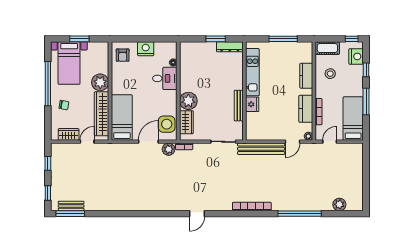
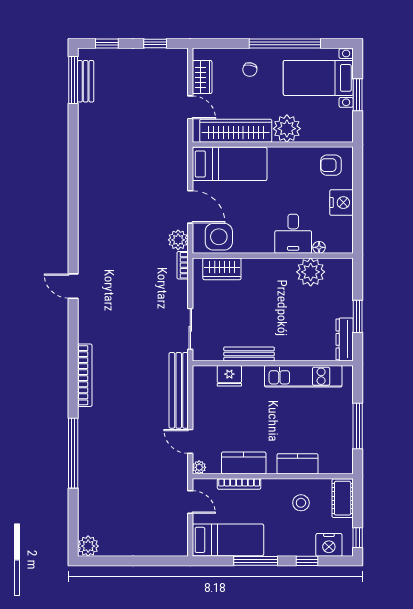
plant: (188, 101) -> (311, 272), moved
fridge: (252, 104) -> (229, 376), moved
plant: (339, 204) -> (88, 546), moved

